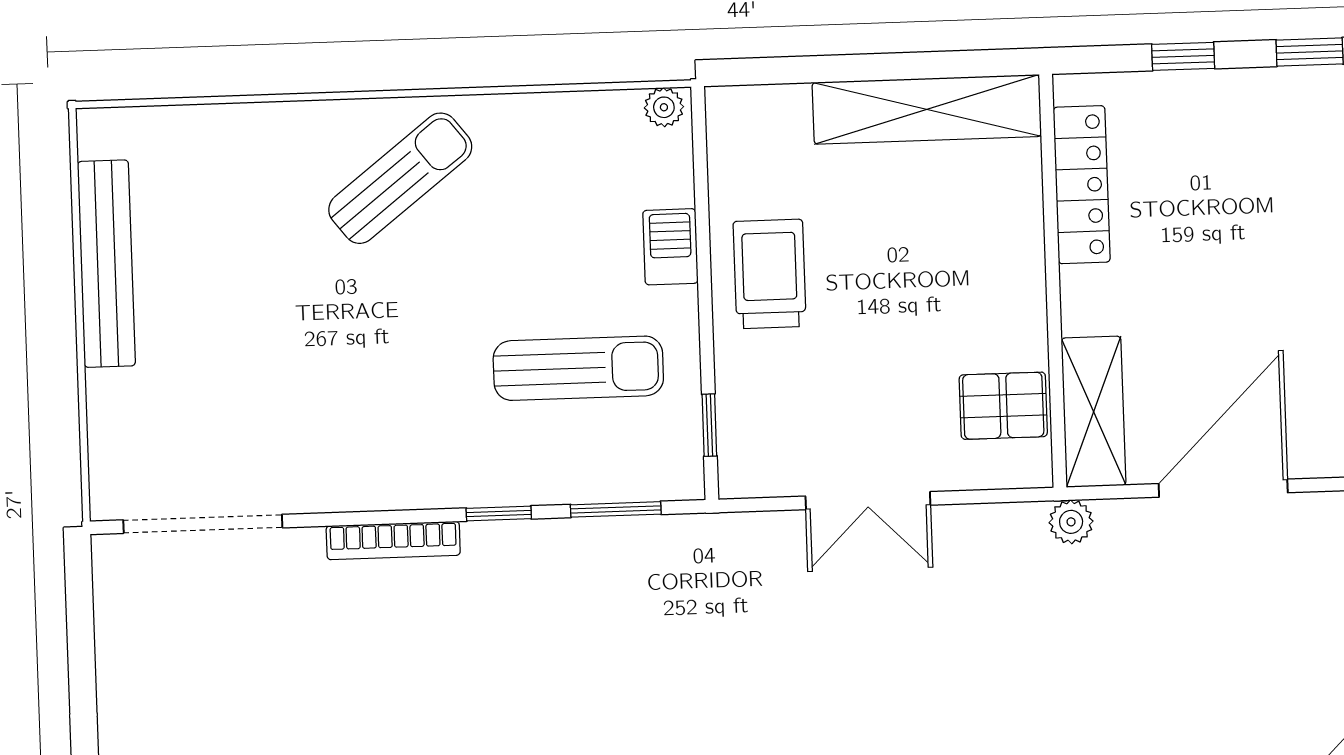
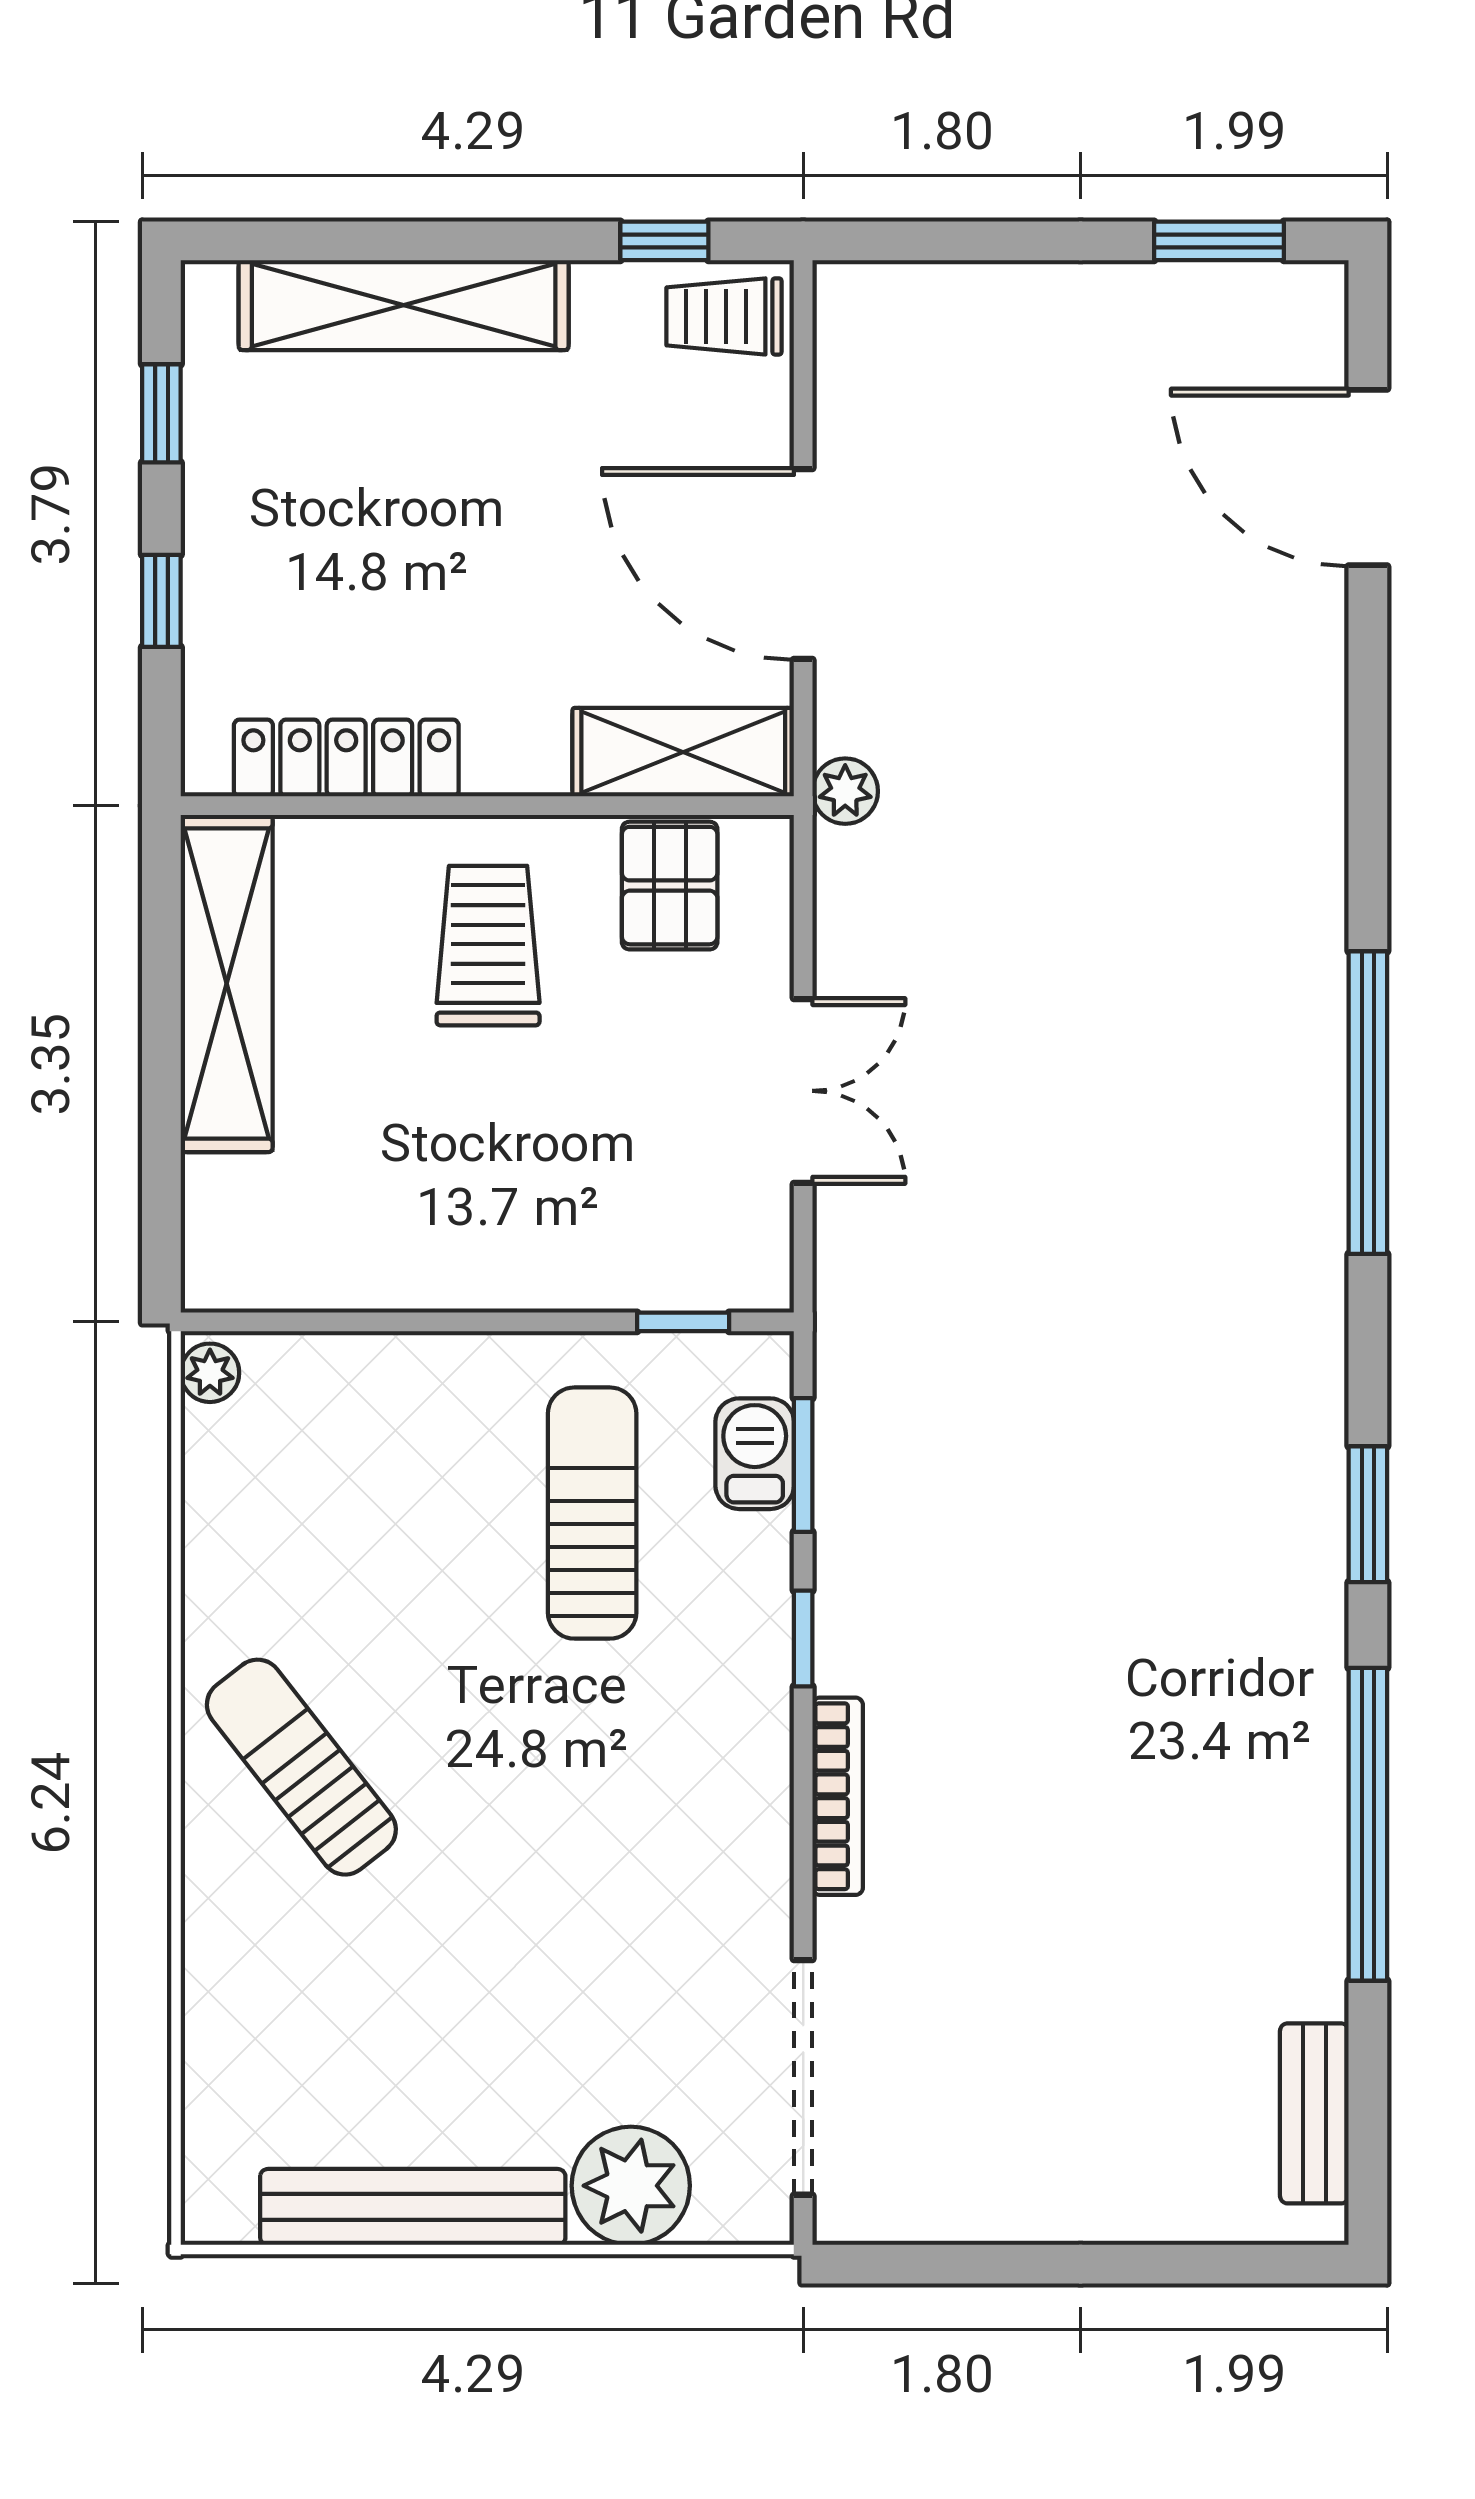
barbecue: (670, 247) -> (755, 1454), moved, turned 90
trolley: (770, 274) -> (488, 946), moved, turned 90
plant: (126, 410) -> (631, 2186), added

